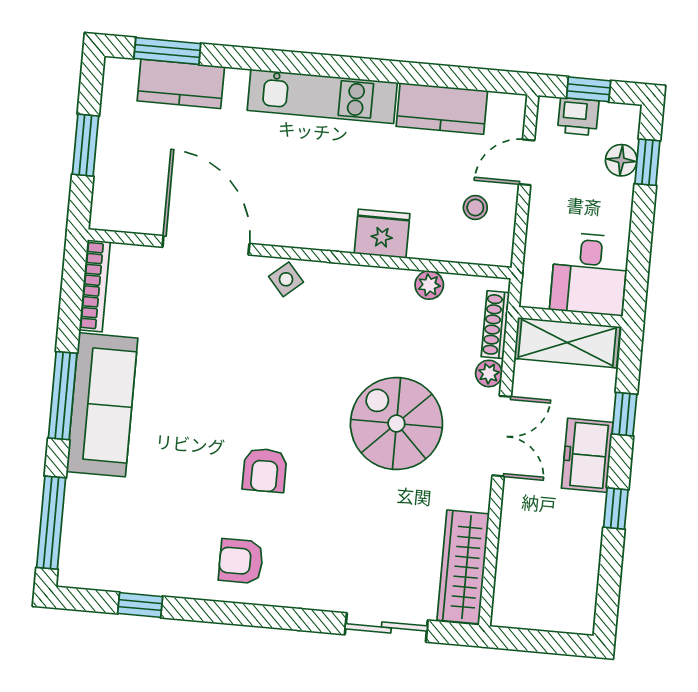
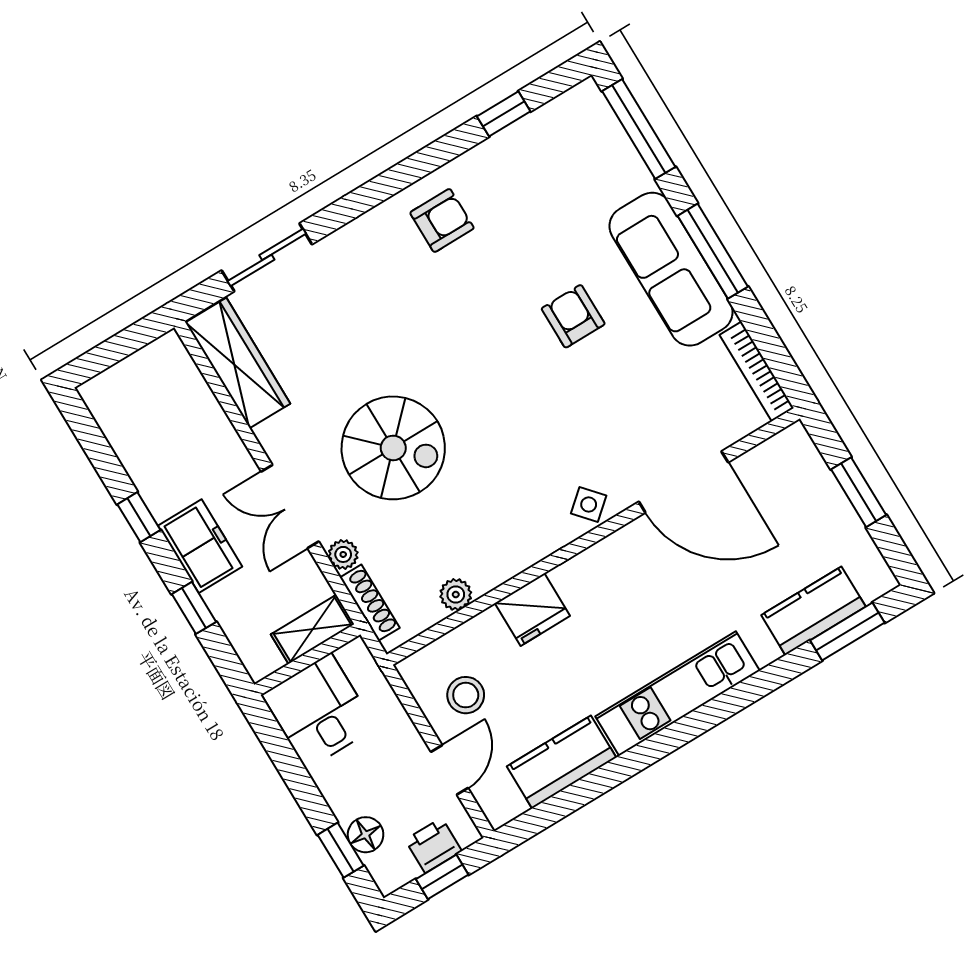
stool: (475, 208) -> (466, 695), width x1.37, depth x1.37
shelving: (567, 343) -> (312, 629), width x0.67, depth x0.75
armchair: (265, 470) -> (573, 316), moved

